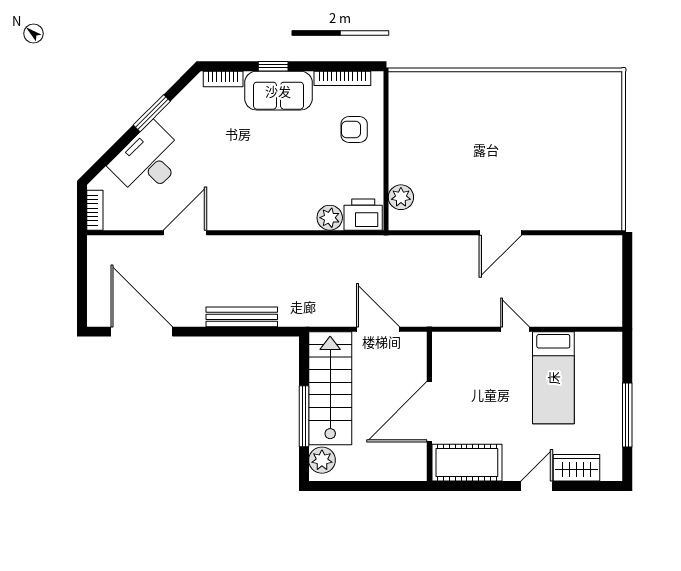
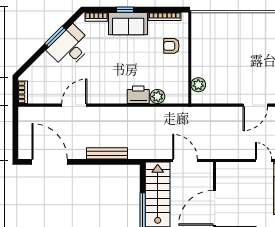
desk: (148, 161) -> (70, 47), moved
printer: (363, 215) -> (138, 95), moved

